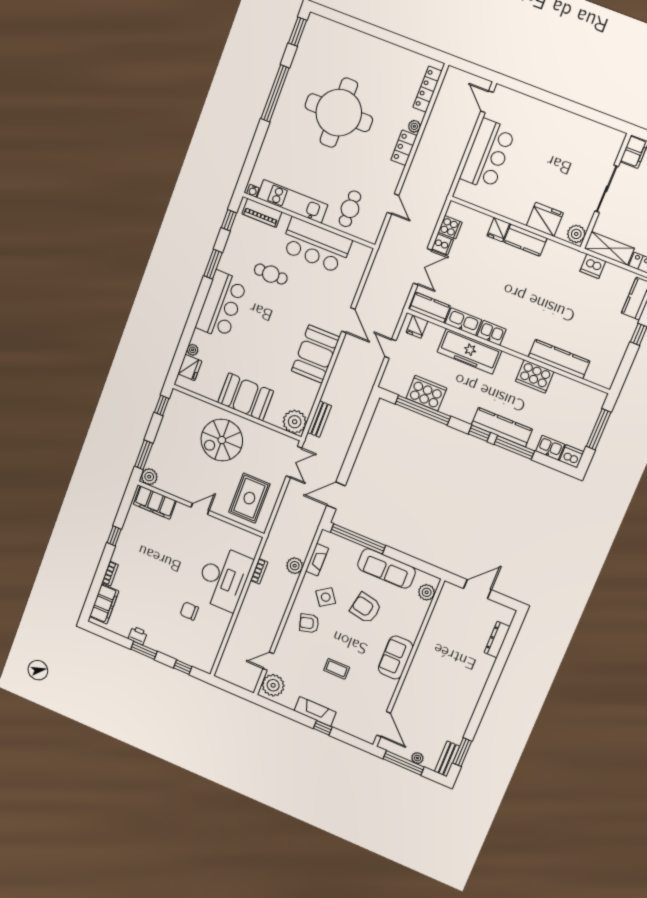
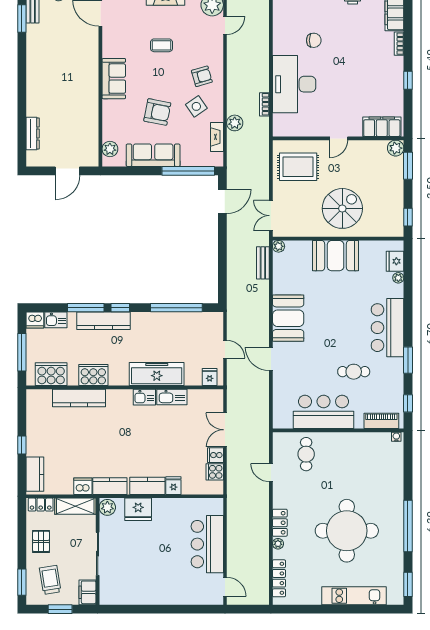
kitchen unit: (292, 201) -> (354, 596), moved, turned 180
kitchen counter: (430, 308) -> (110, 486), moved, turned 180
cooker: (426, 393) -> (51, 374), moved, turned 180
plant: (295, 422) -> (279, 246), width x0.53, depth x0.53
rug: (249, 498) -> (298, 167), turned 90

